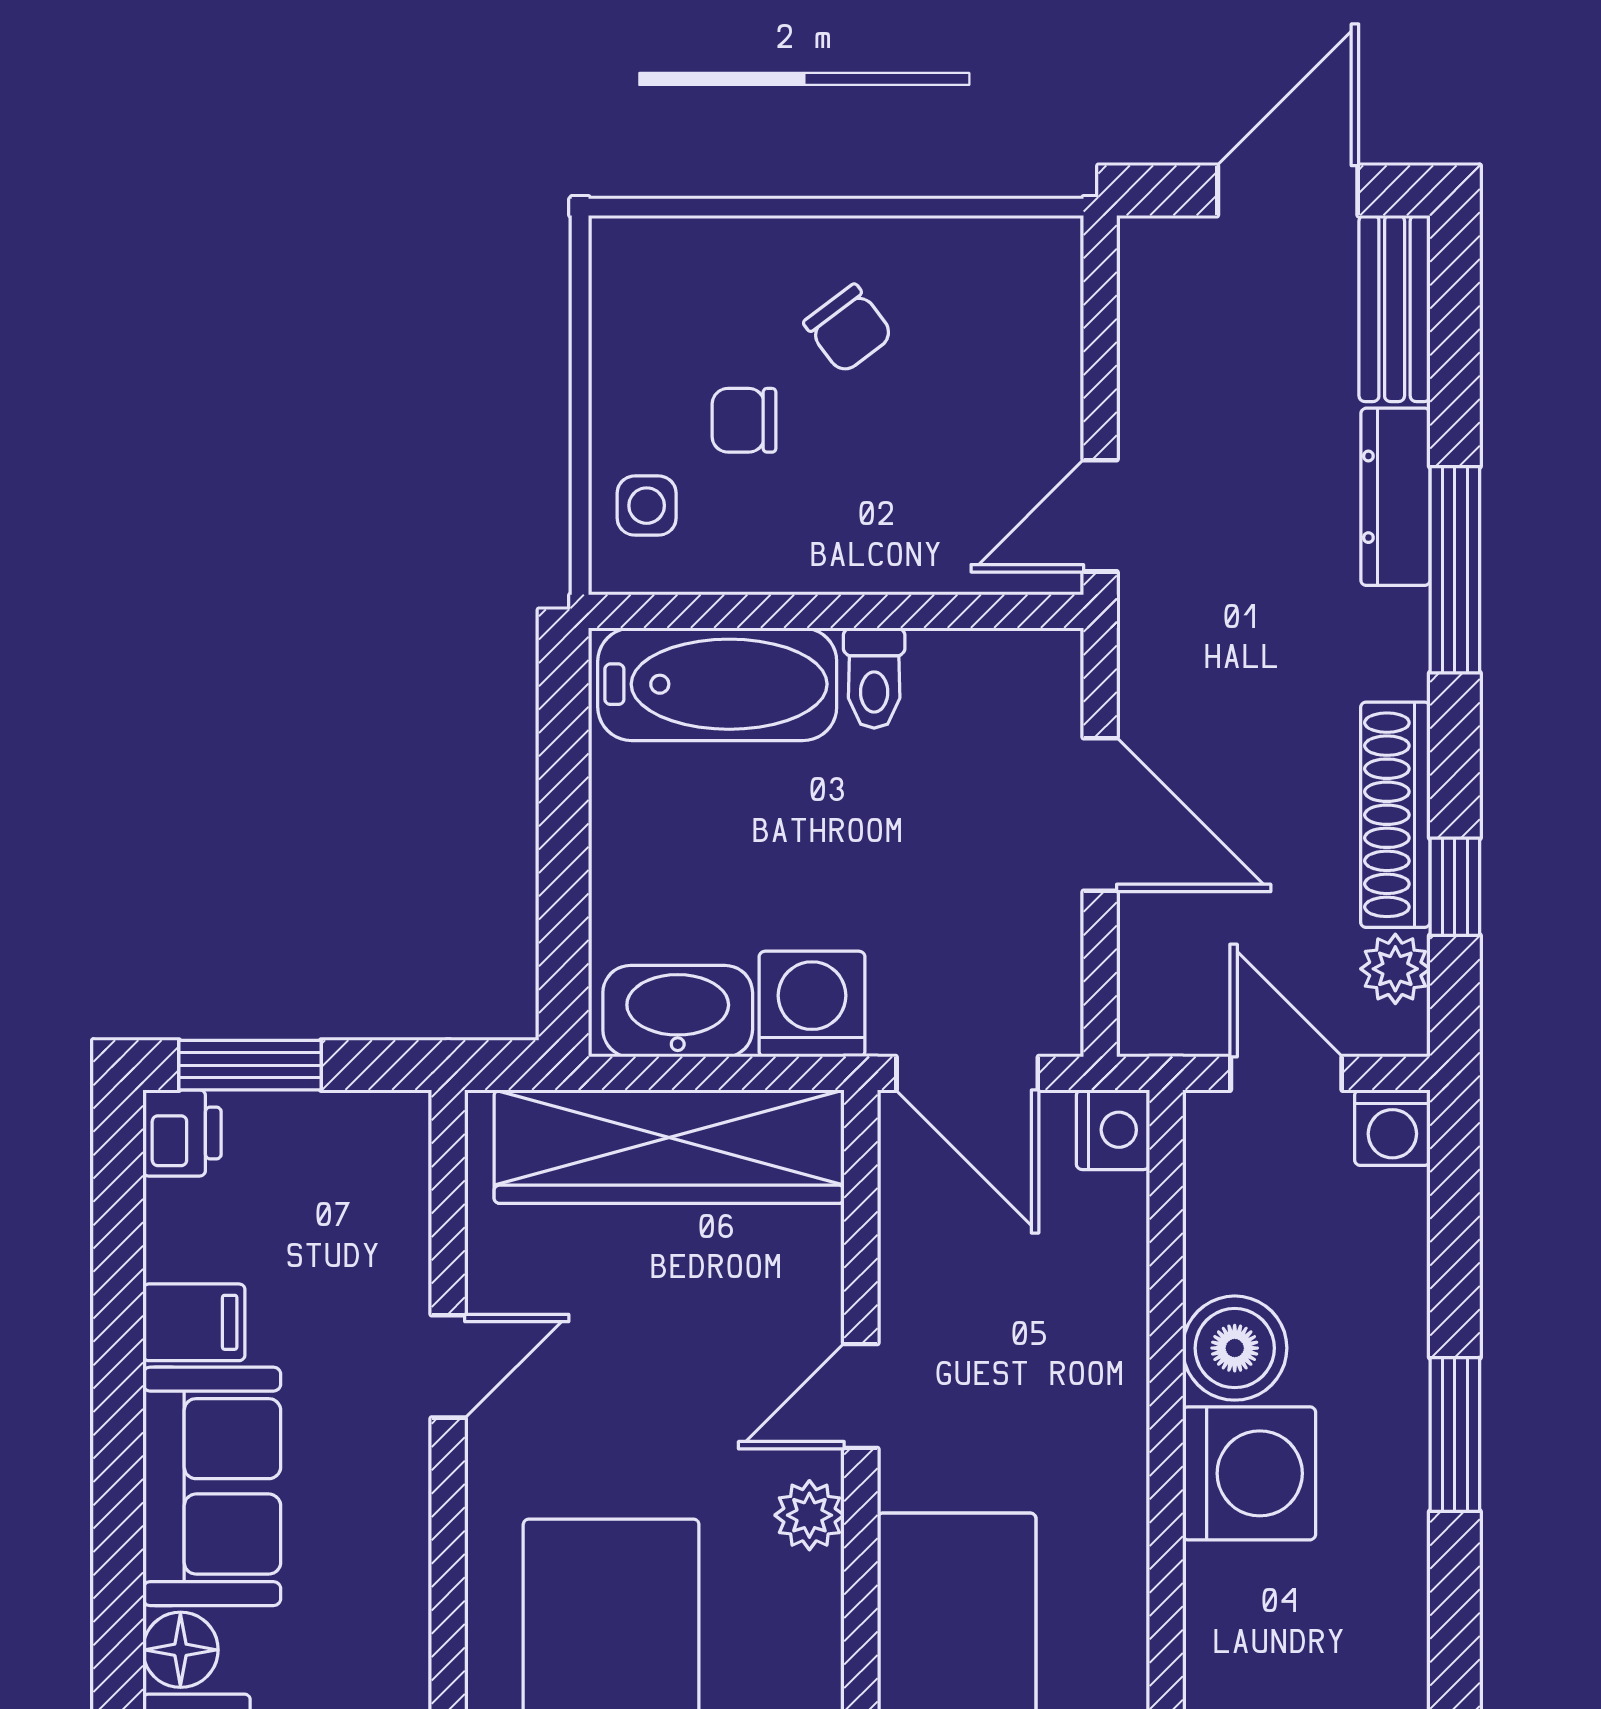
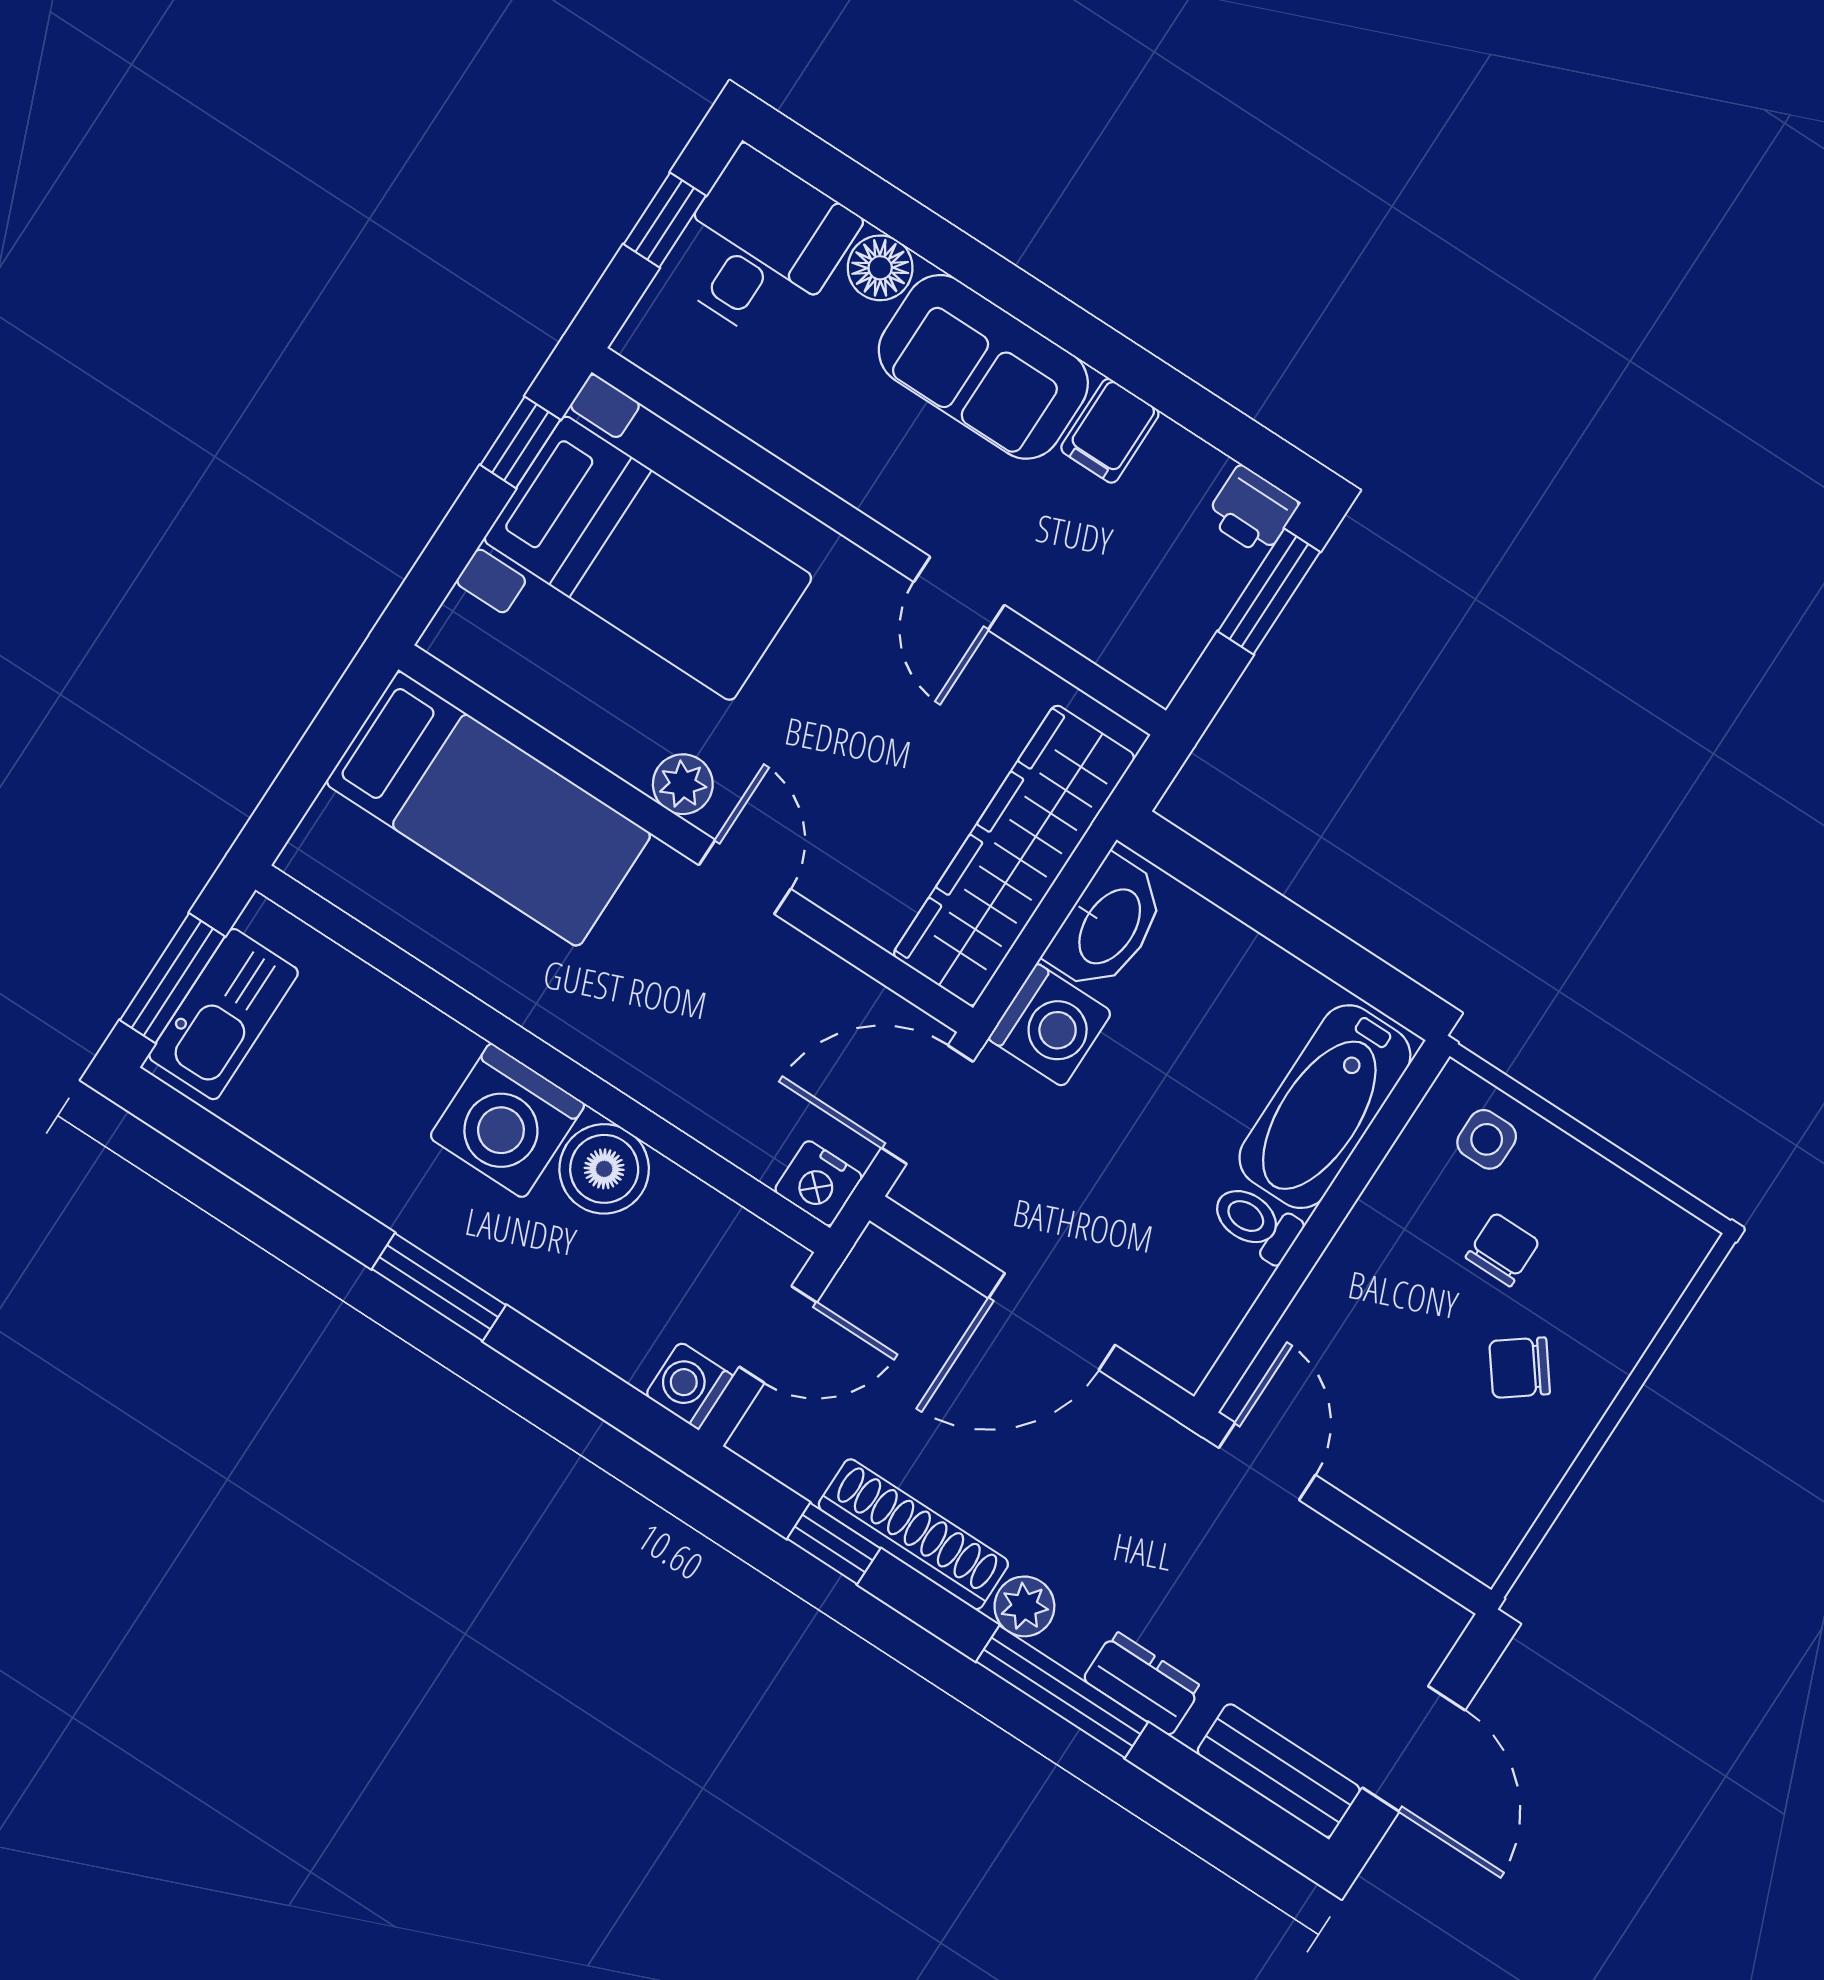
dresser: (1395, 497) -> (1142, 1683), width x0.70
plant: (1395, 969) -> (1024, 1606), moved

